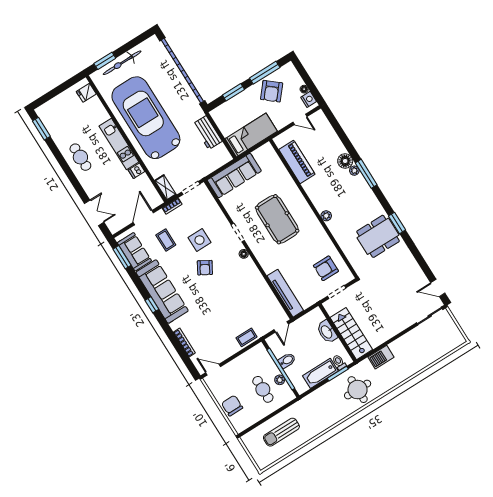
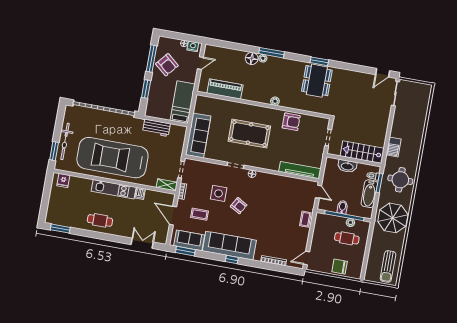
armchair: (326, 268) -> (291, 122), moved, turned -90
parasol: (318, 414) -> (393, 218), added
sun lounger: (281, 432) -> (388, 266), moved

